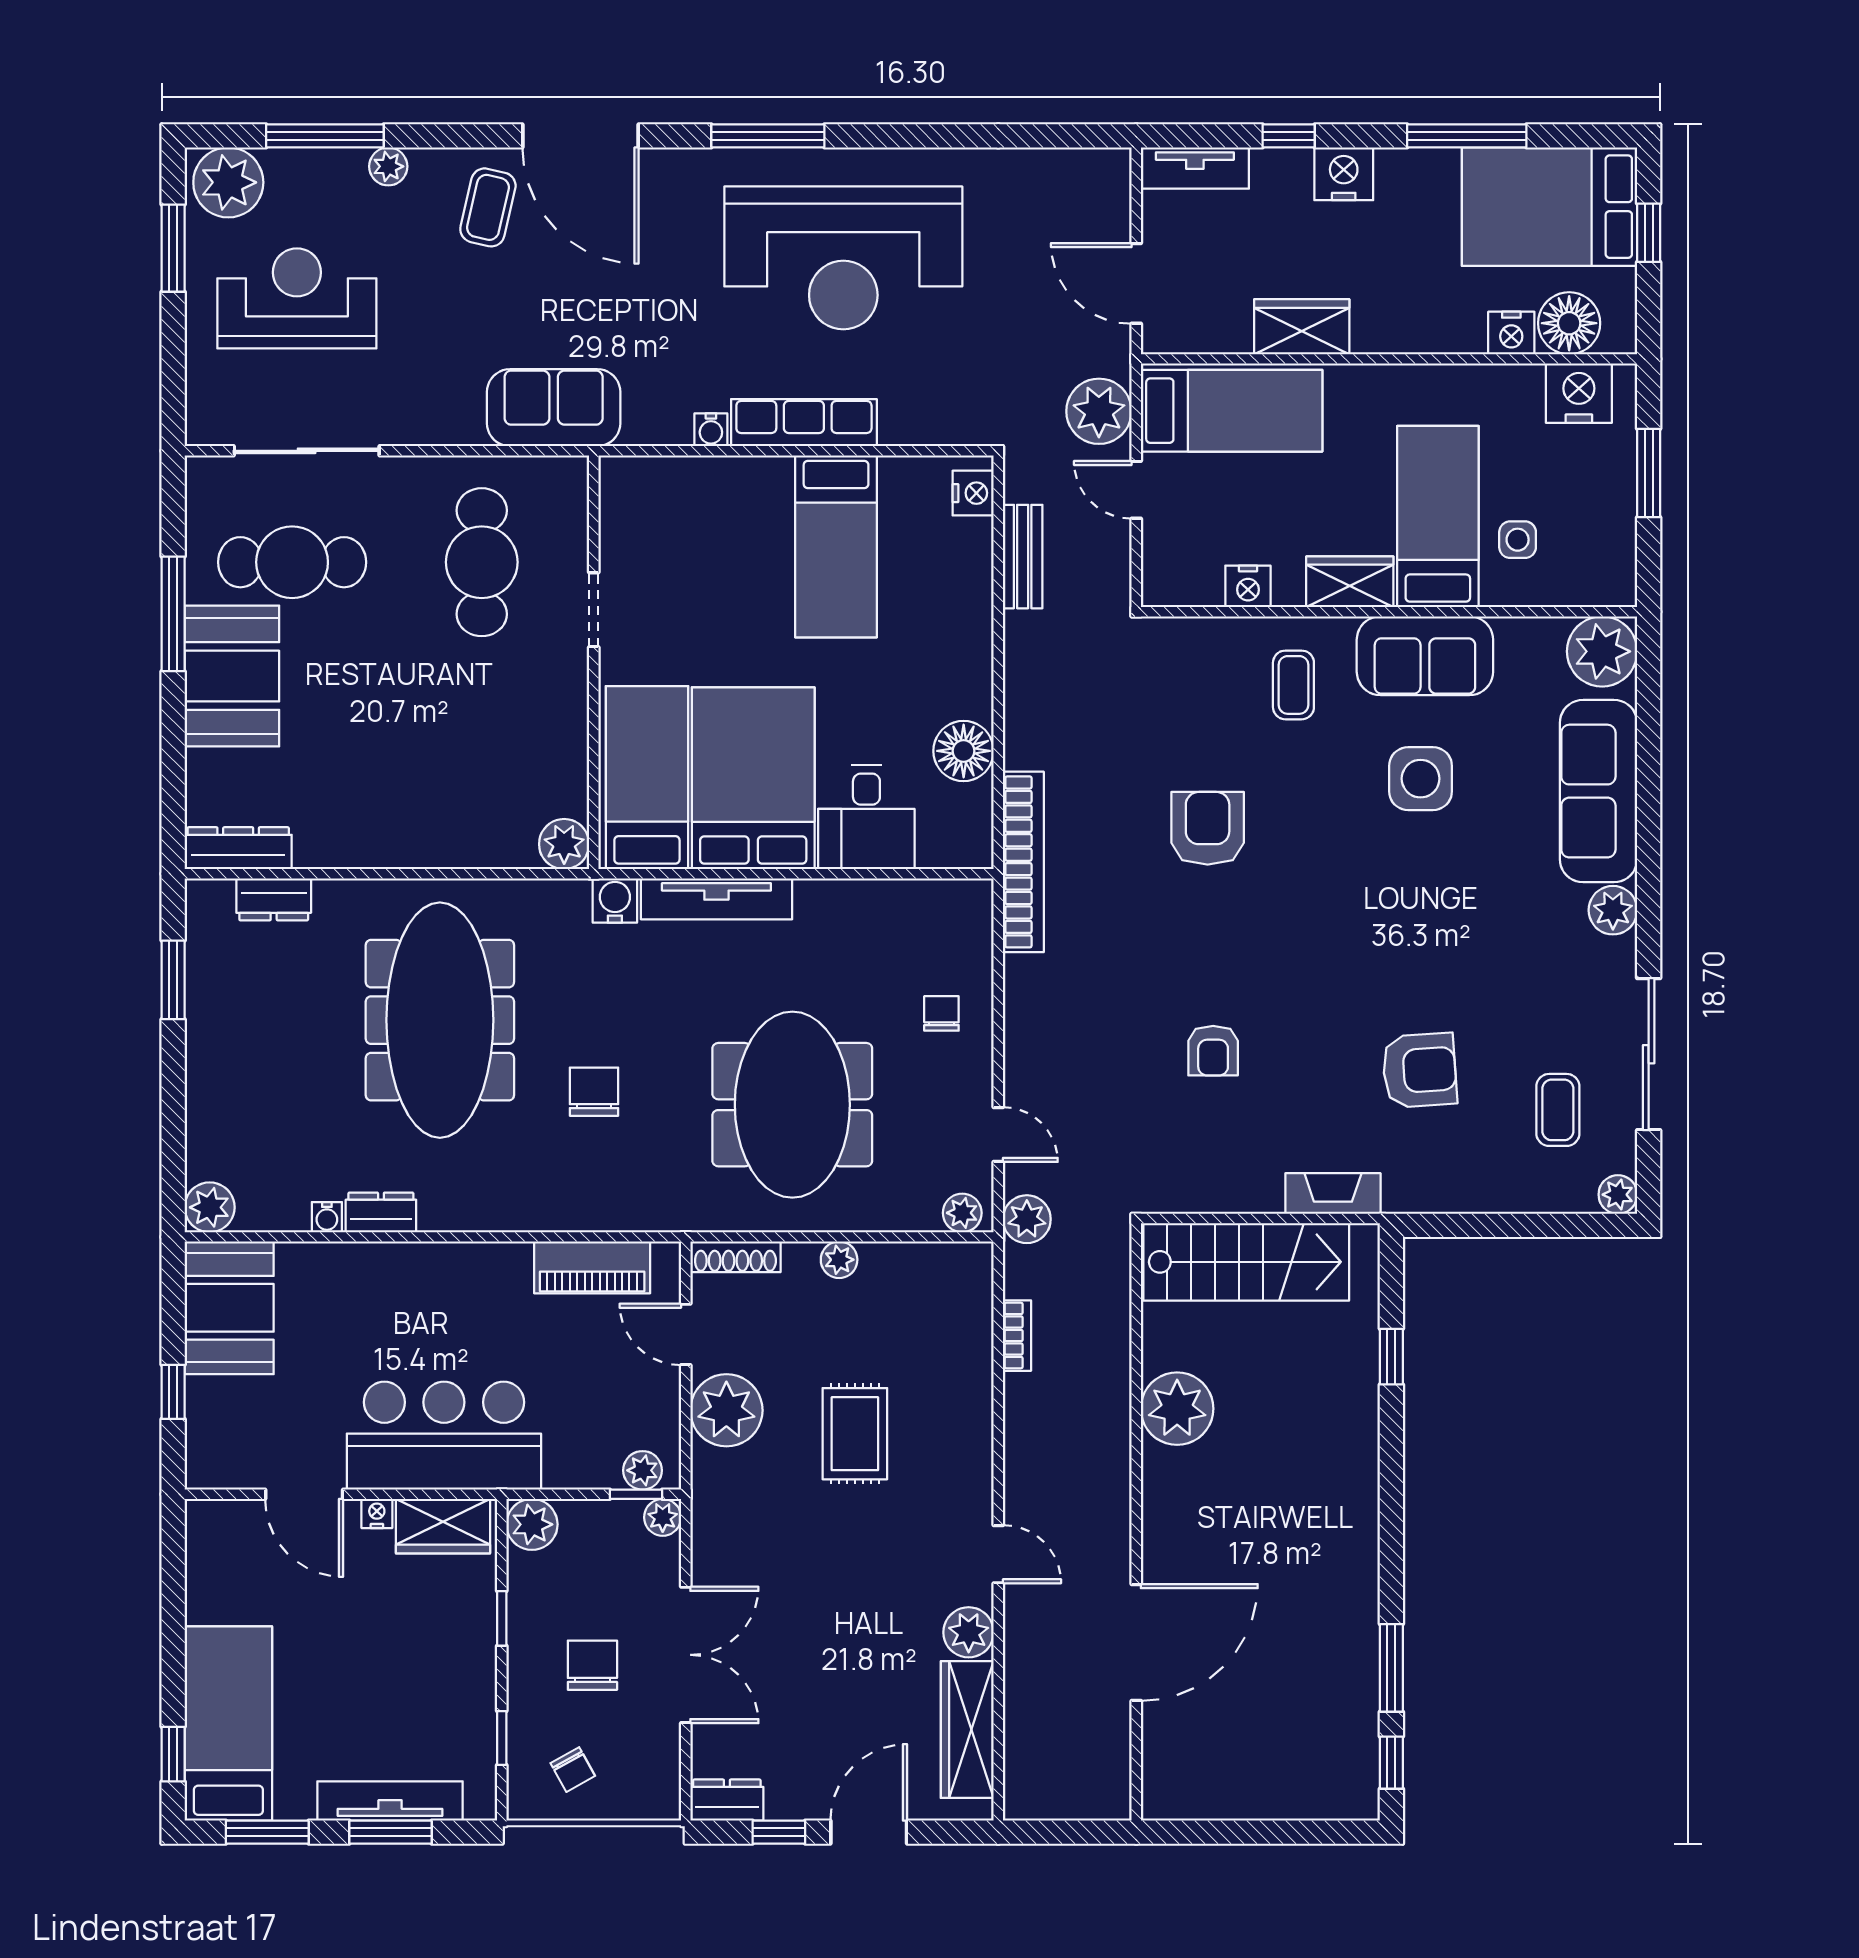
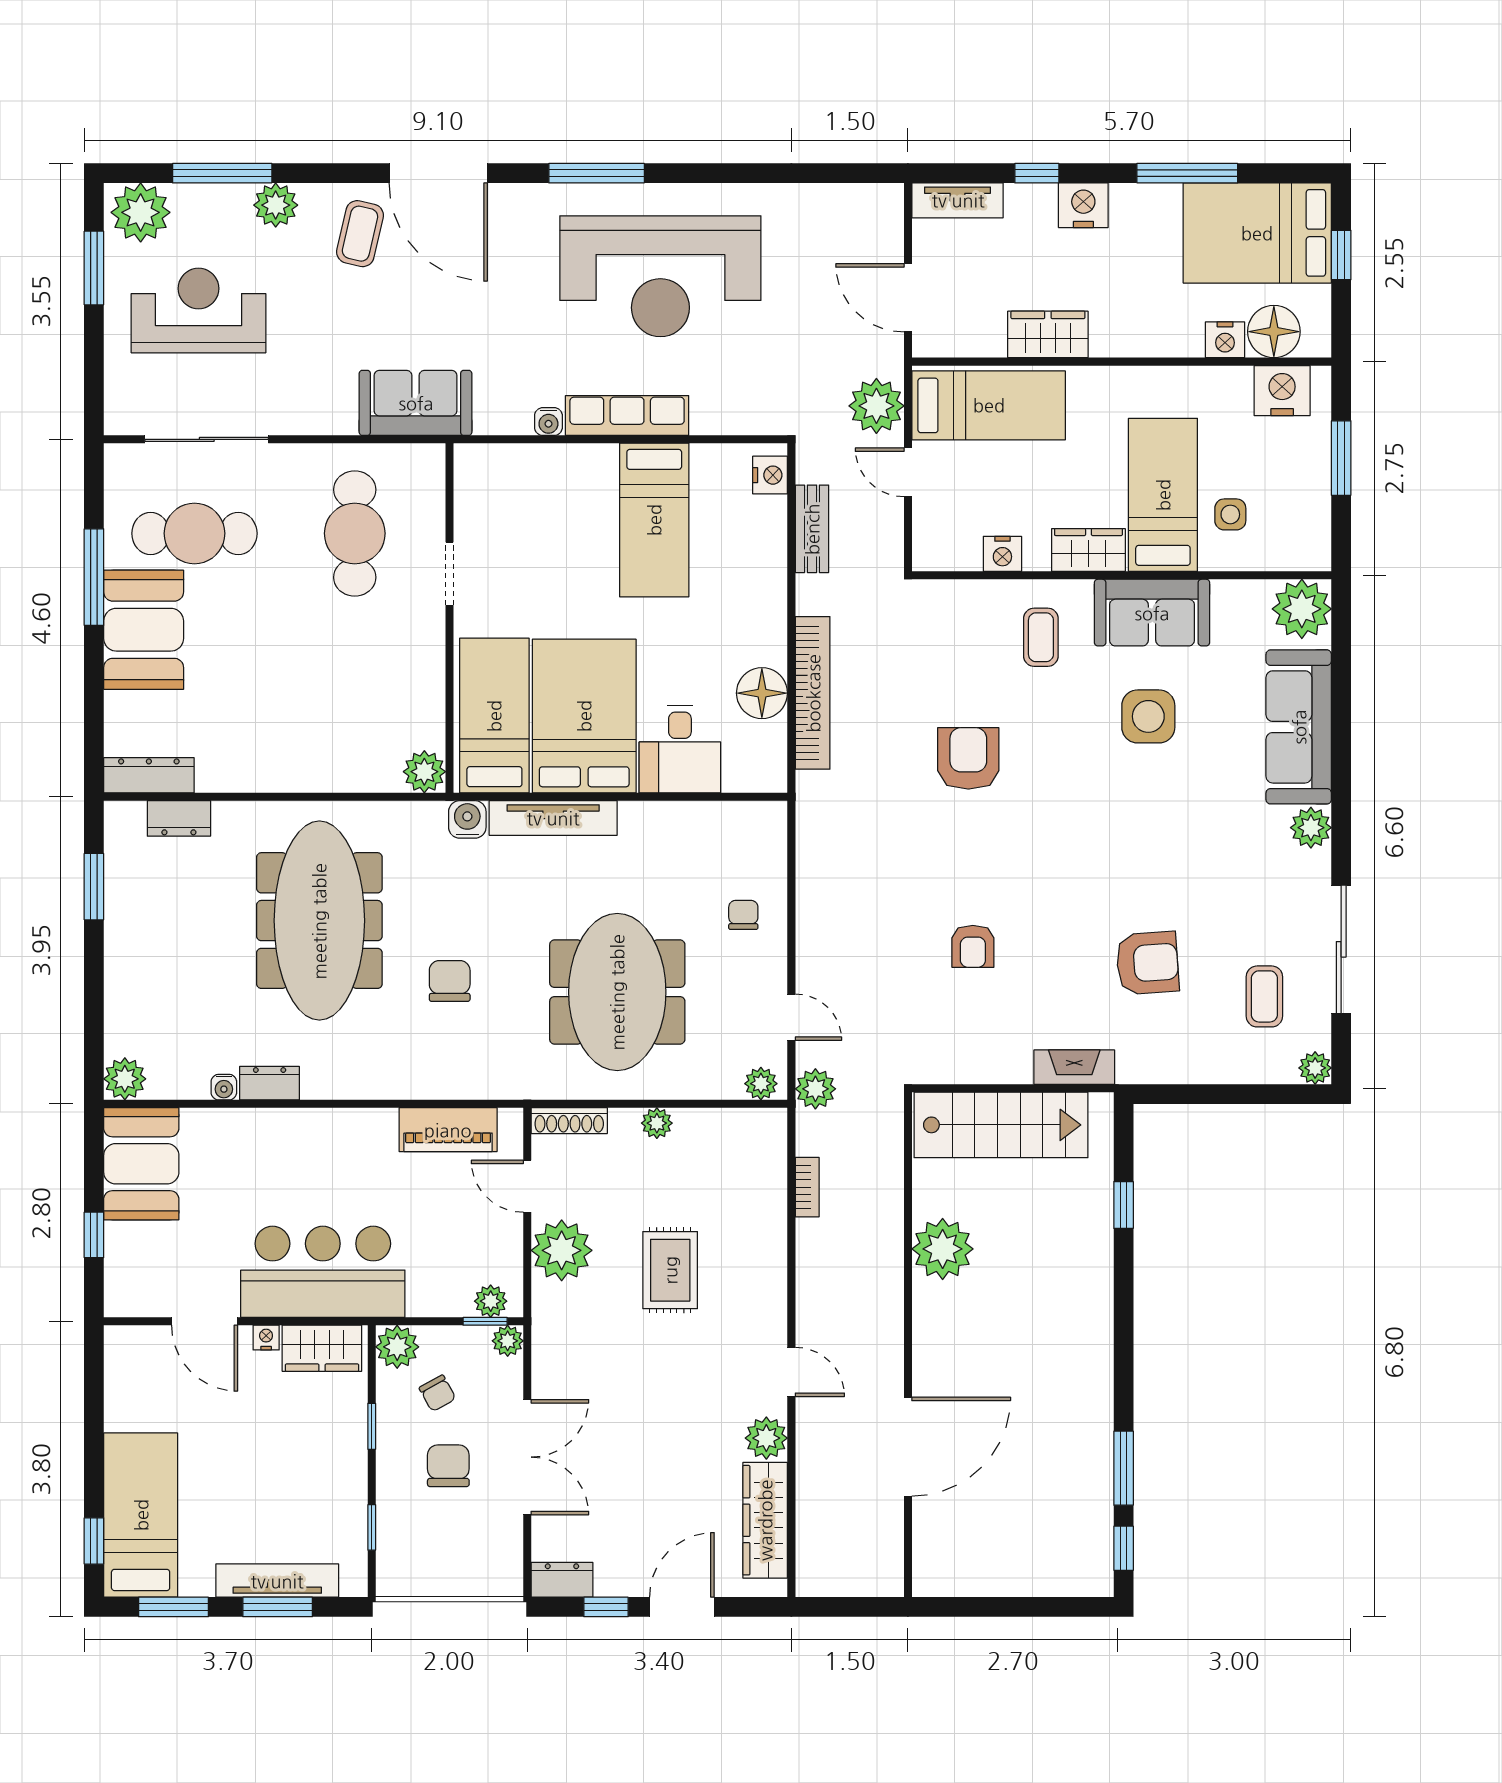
plant: (388, 166) -> (276, 205), width x1.38, depth x1.38
bookcase: (1023, 862) -> (813, 693), moved
chair: (573, 1770) -> (437, 1393), moved

